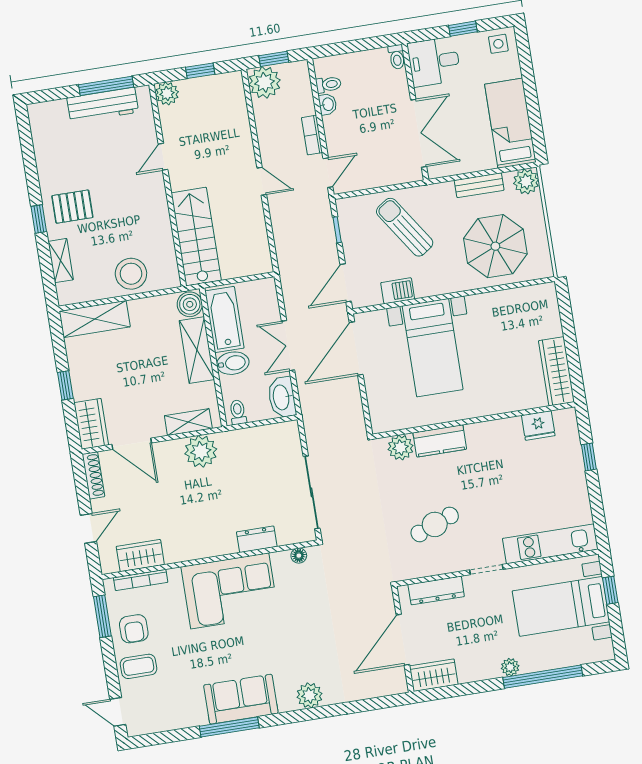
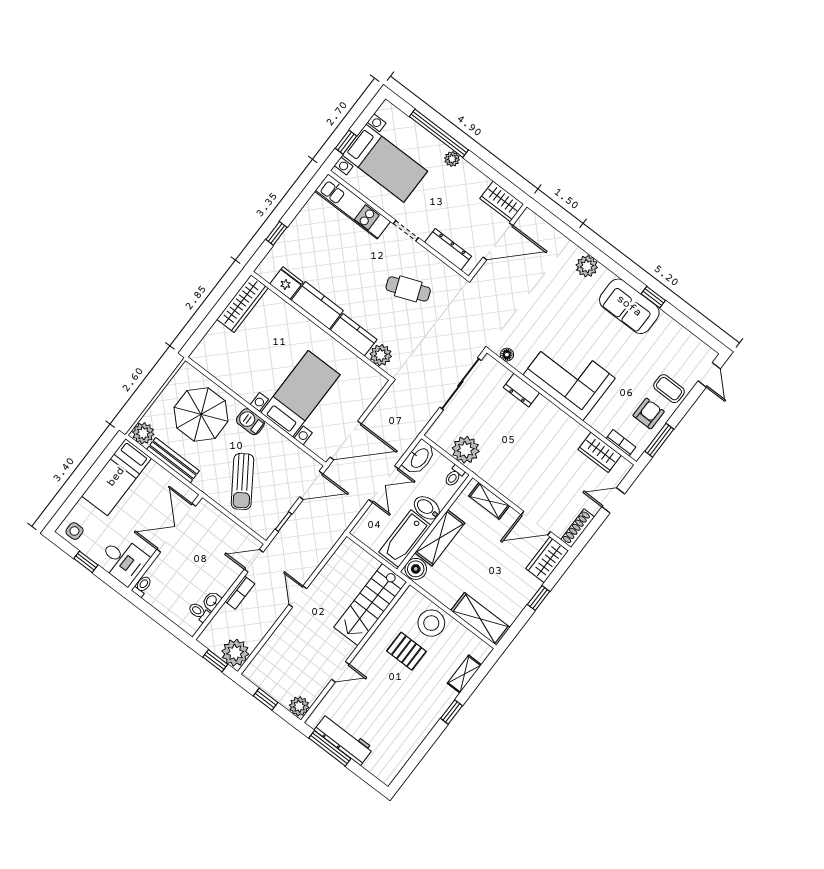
bench: (479, 185) -> (173, 460), width x1.36
pallet: (72, 207) -> (406, 651), moved
barbecue: (398, 291) -> (250, 422), moved
kitchen counter: (494, 434) -> (317, 305), added
door: (132, 444) -> (536, 523), swing flipped
plant: (201, 451) -> (466, 450), moved
bookcase: (141, 580) -> (621, 443), width x0.64
window: (229, 727) -> (653, 297), width x0.46

